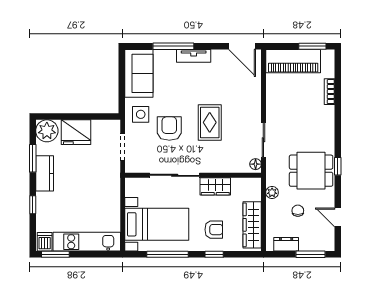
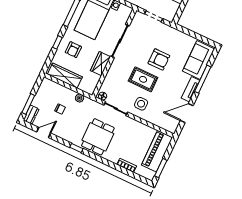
door: (242, 46) -> (187, 113), moved
sofa: (139, 73) -> (199, 60), moved, turned 90
side table: (141, 114) -> (141, 104), moved
armchair: (169, 128) -> (159, 59), moved
dining table: (311, 171) -> (98, 137), moved
dresser: (286, 244) -> (31, 115), moved

